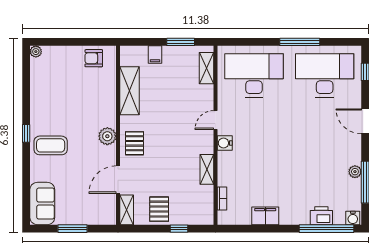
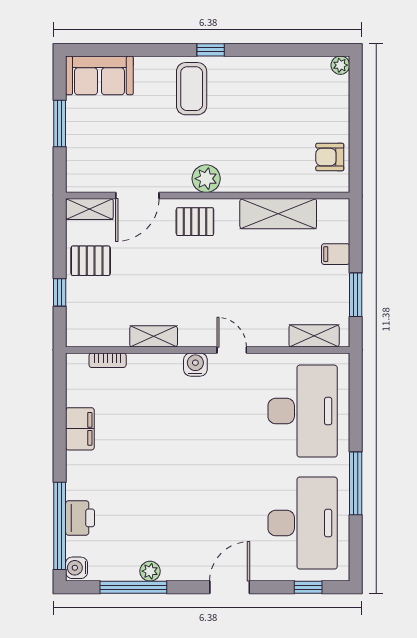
armchair: (94, 58) -> (330, 157), turned -90
door: (118, 180) -> (137, 195), swing flipped

